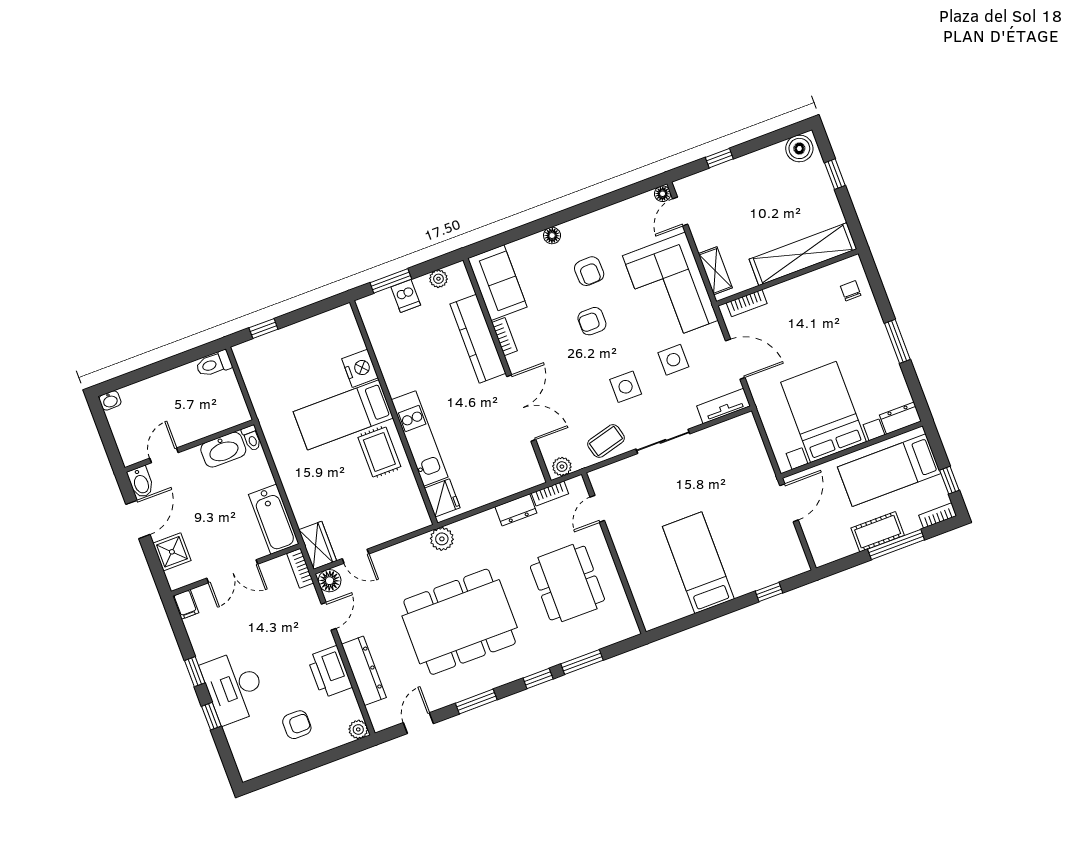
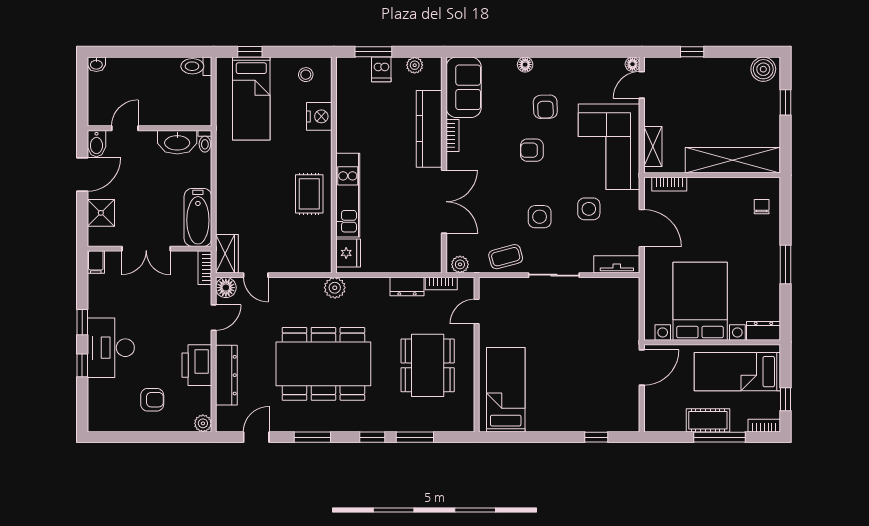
stool: (330, 330) -> (306, 75), added
bed: (343, 415) -> (251, 98), moved, turned -90
bed: (698, 563) -> (506, 390), moved

